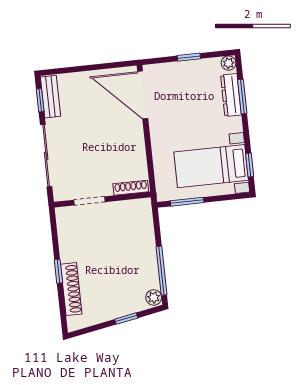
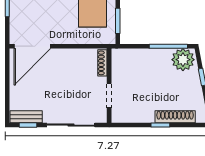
plant: (154, 297) -> (183, 60), width x1.87, depth x1.87

